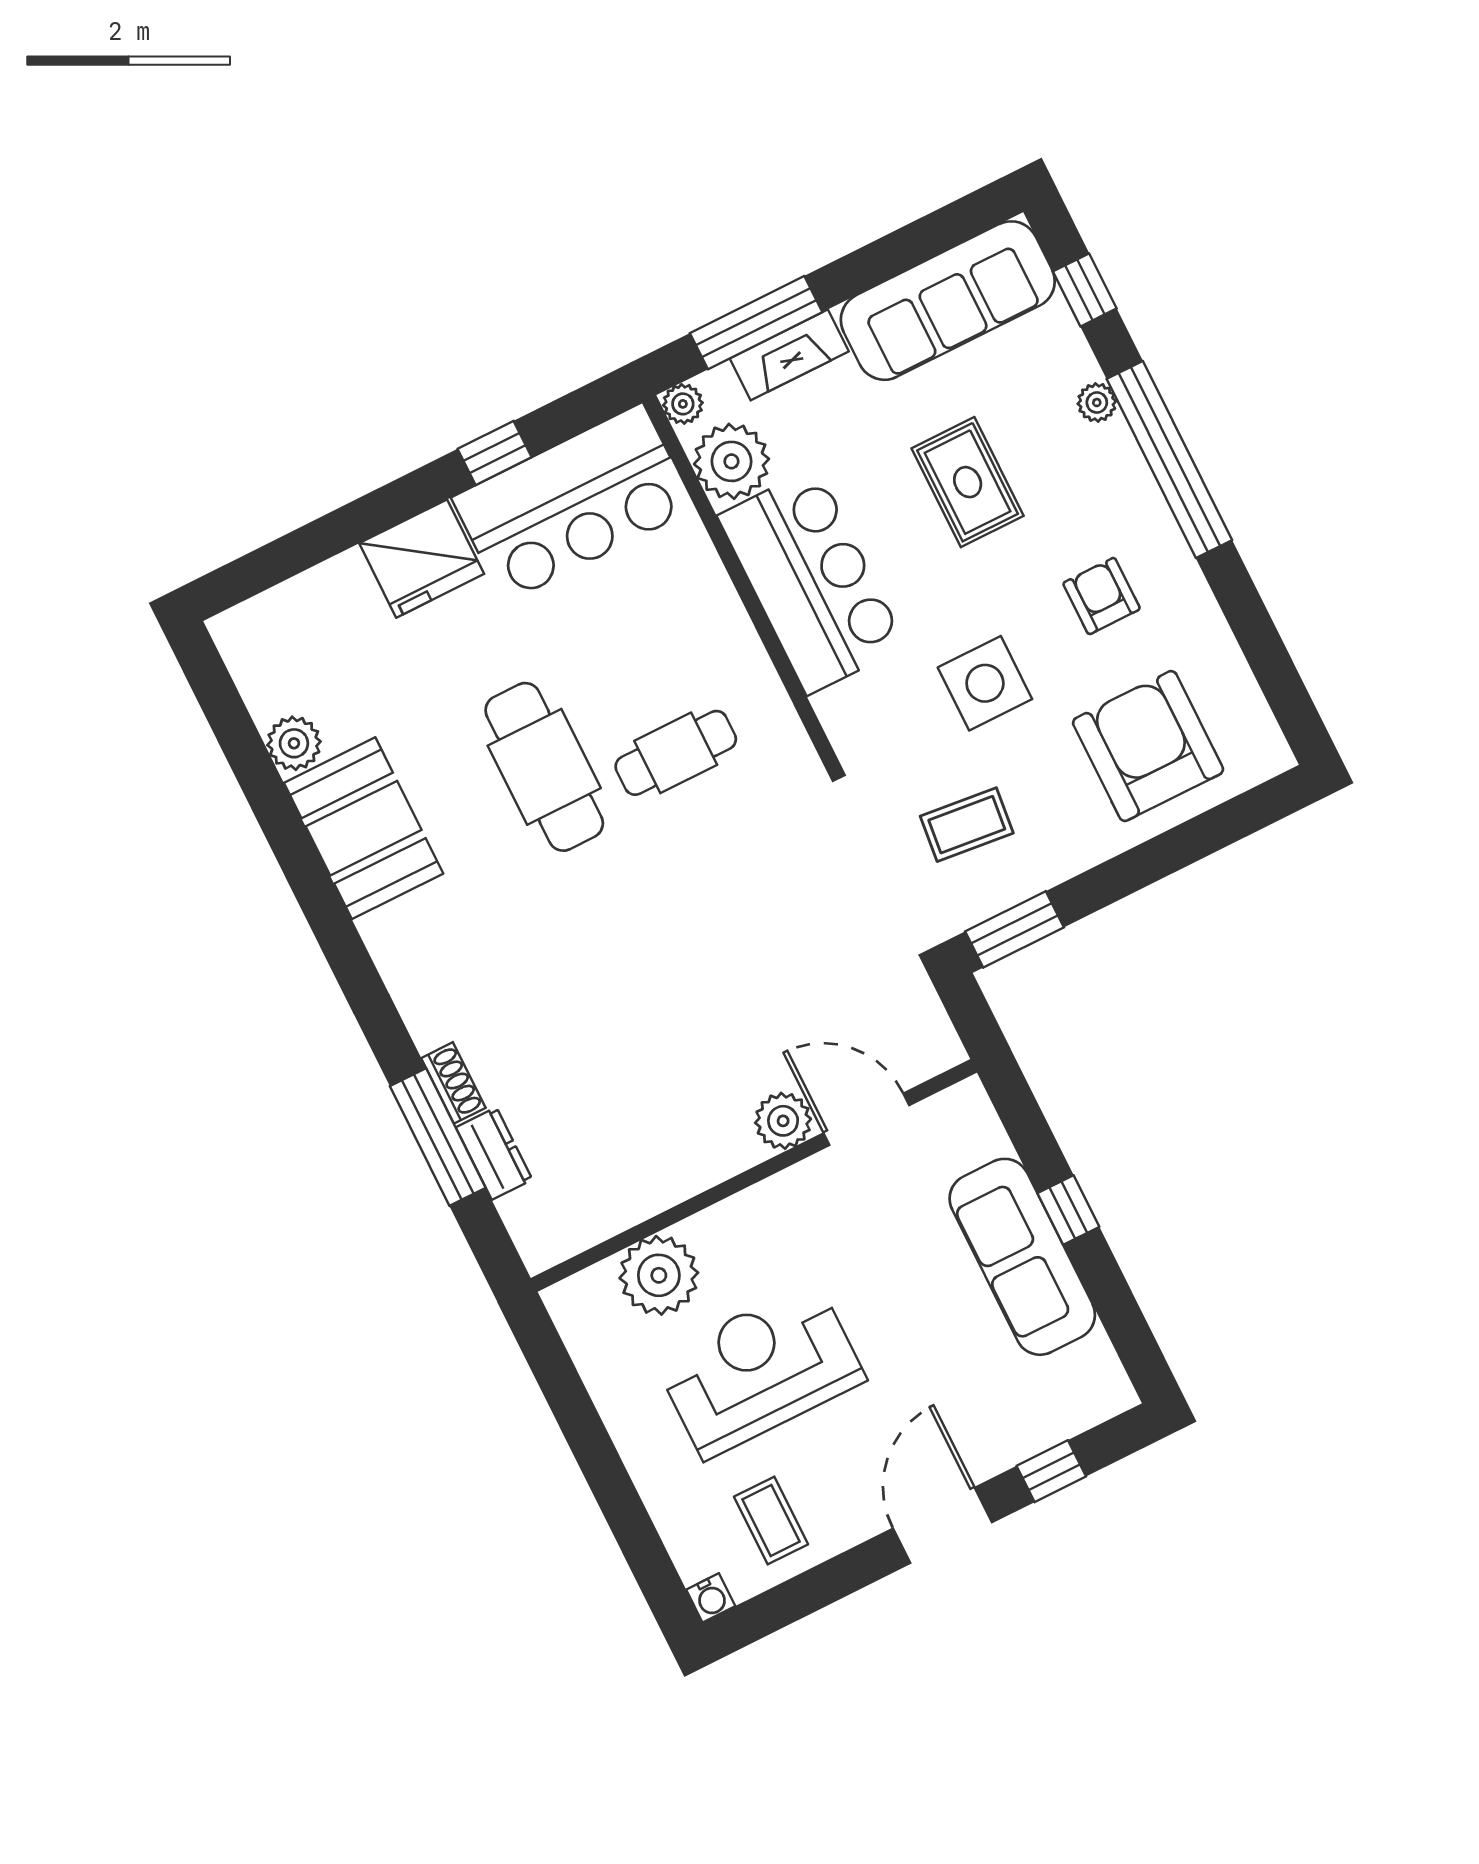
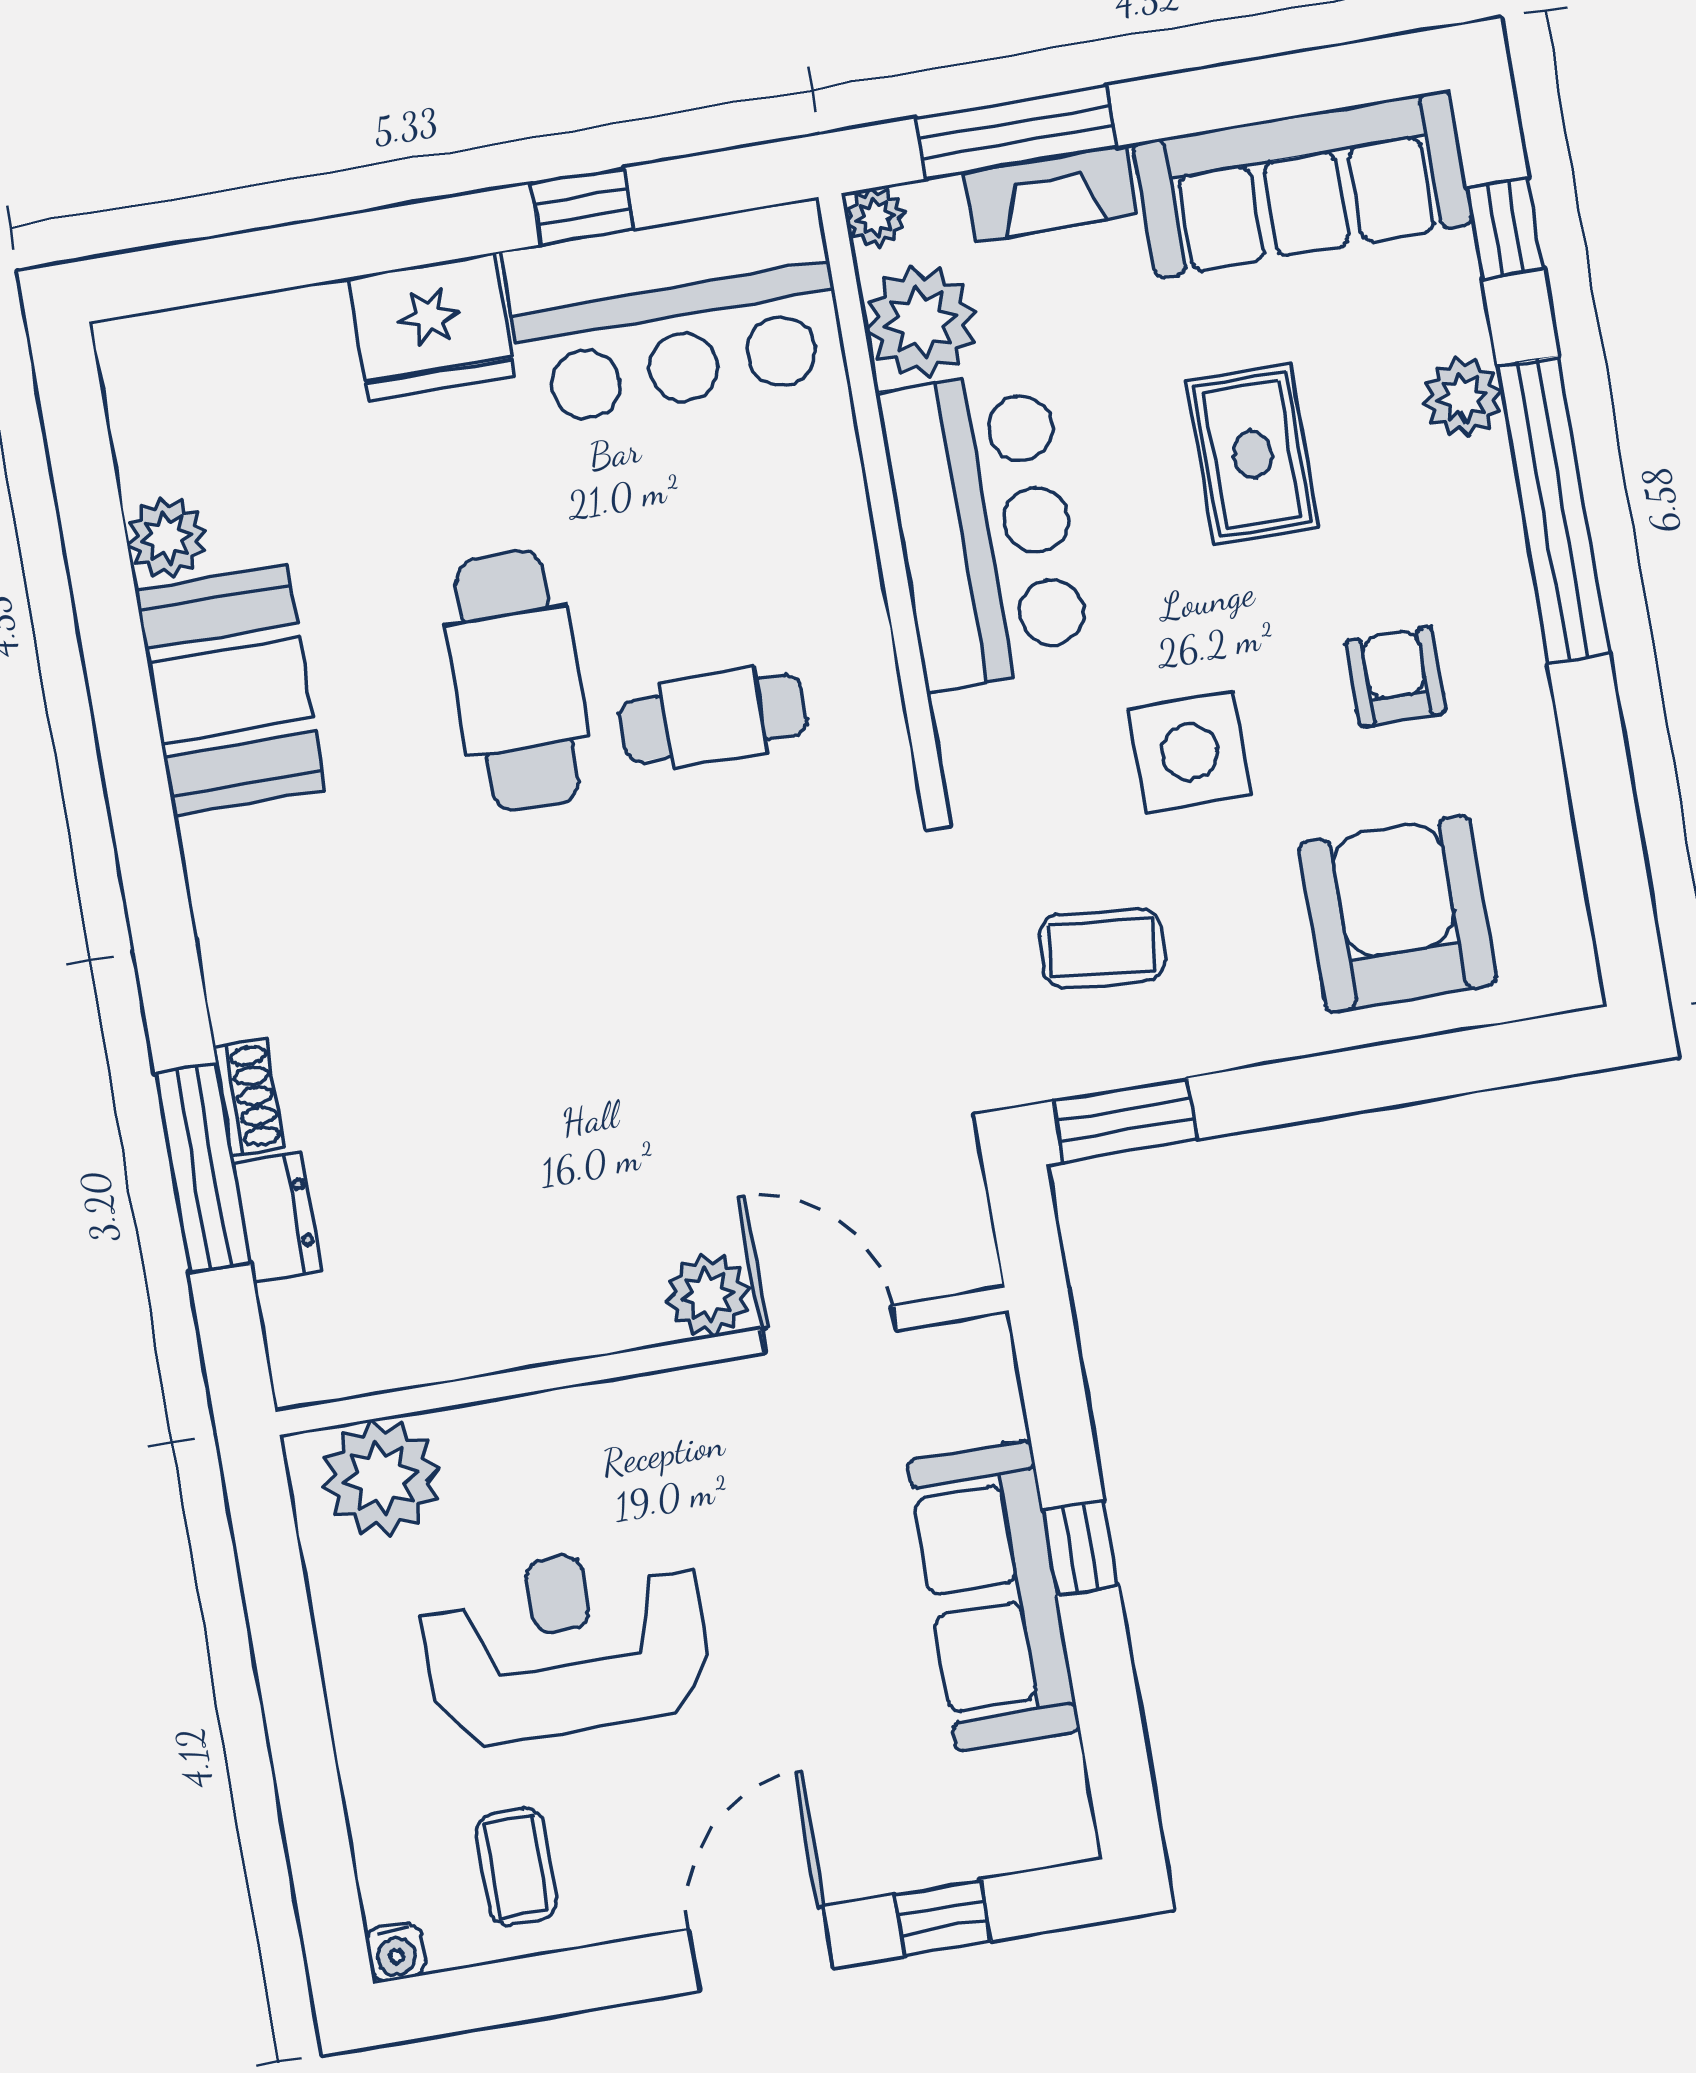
plant: (1097, 402) -> (1463, 398), width x1.38, depth x1.38
plant: (659, 1275) -> (381, 1478), moved

